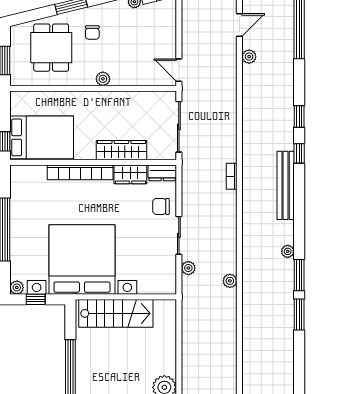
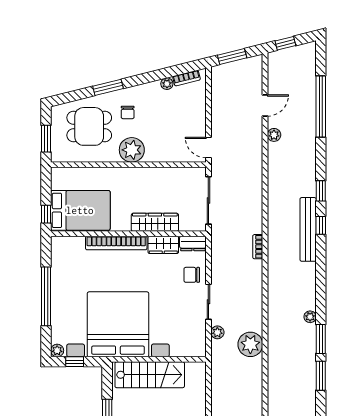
dining table: (51, 48) -> (89, 126), turned 90
plant: (103, 79) -> (132, 150), width x1.87, depth x1.87
bench: (286, 185) -> (308, 229), moved
plant: (230, 281) -> (250, 344), width x1.87, depth x1.87

